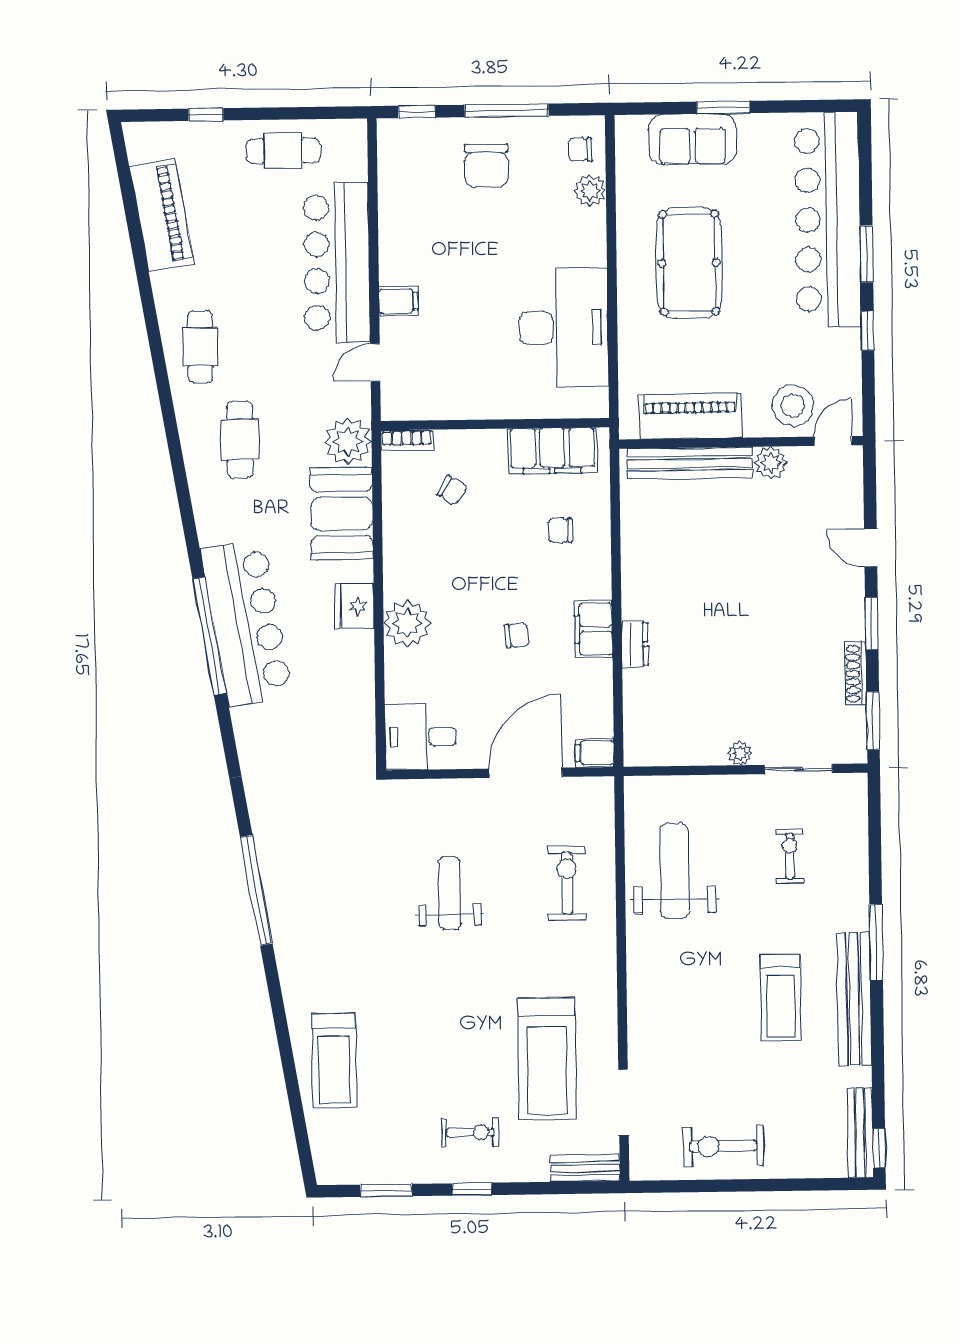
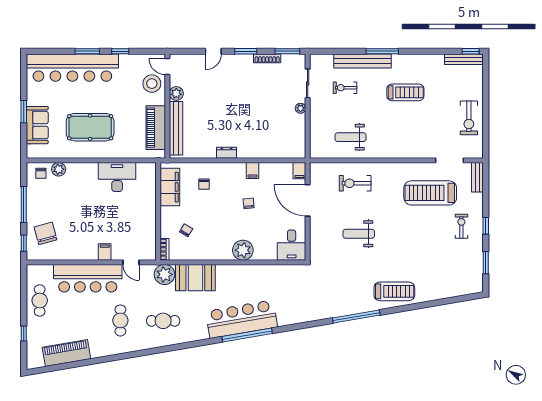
chair: (486, 166) -> (45, 233), moved, turned -105
desk: (564, 328) -> (117, 177), width x0.73, depth x0.77
cafe table: (200, 347) -> (120, 320), moved, turned 90
fridge: (354, 606) -> (235, 273), removed
filing cabinet: (593, 629) -> (252, 170), width x0.50
dresser: (635, 644) -> (226, 153), moved
weight bench: (674, 871) -> (351, 137), width x0.73, depth x0.75
bench: (854, 999) -> (362, 61), moved
treadmill: (547, 1059) -> (430, 193), turned 180
treadmill: (334, 1061) -> (394, 291), moved

